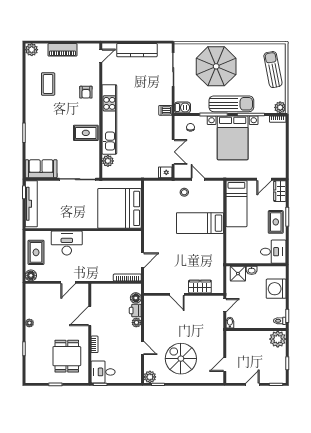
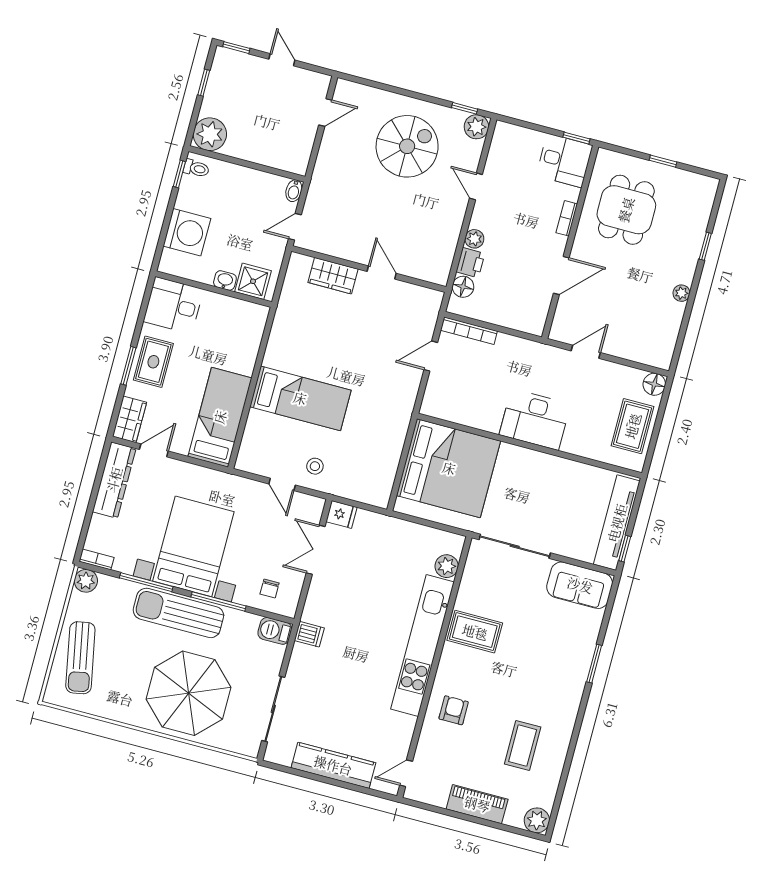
dresser: (279, 160) -> (114, 480), added
desk: (67, 243) -> (535, 419), moved
spiral stairs: (181, 359) -> (407, 146), turned -90
door: (253, 384) -> (282, 60), swing flipped

